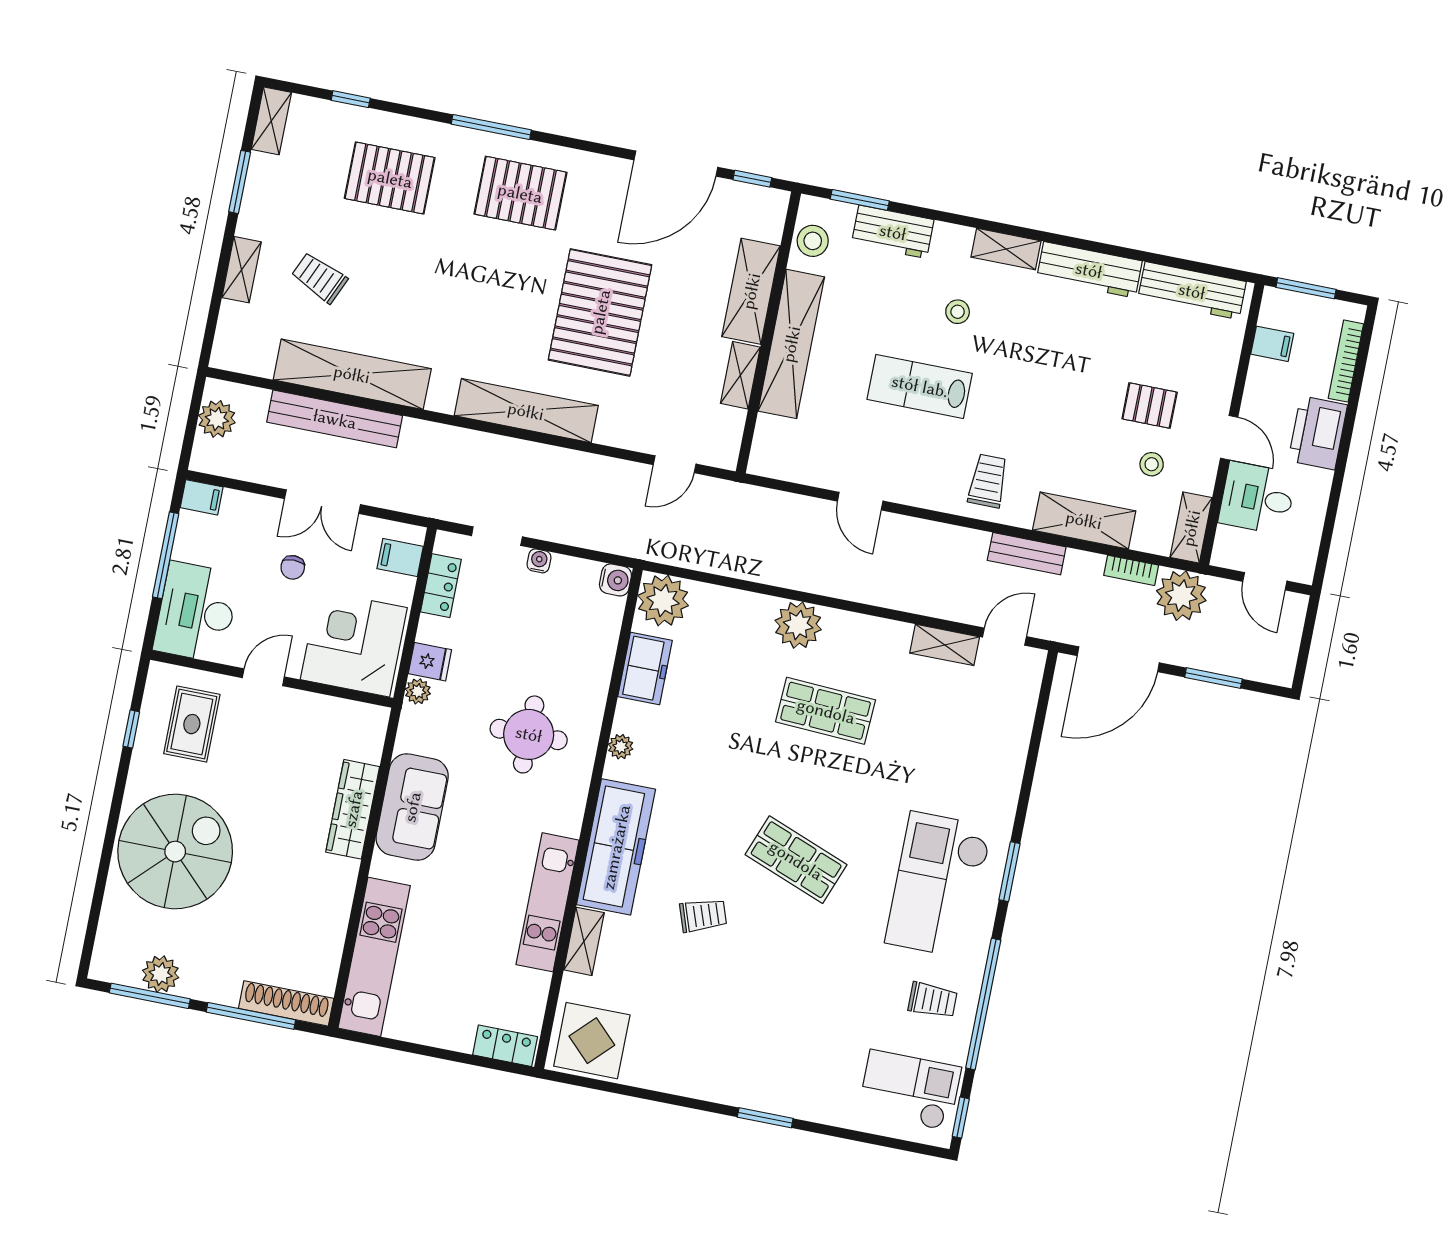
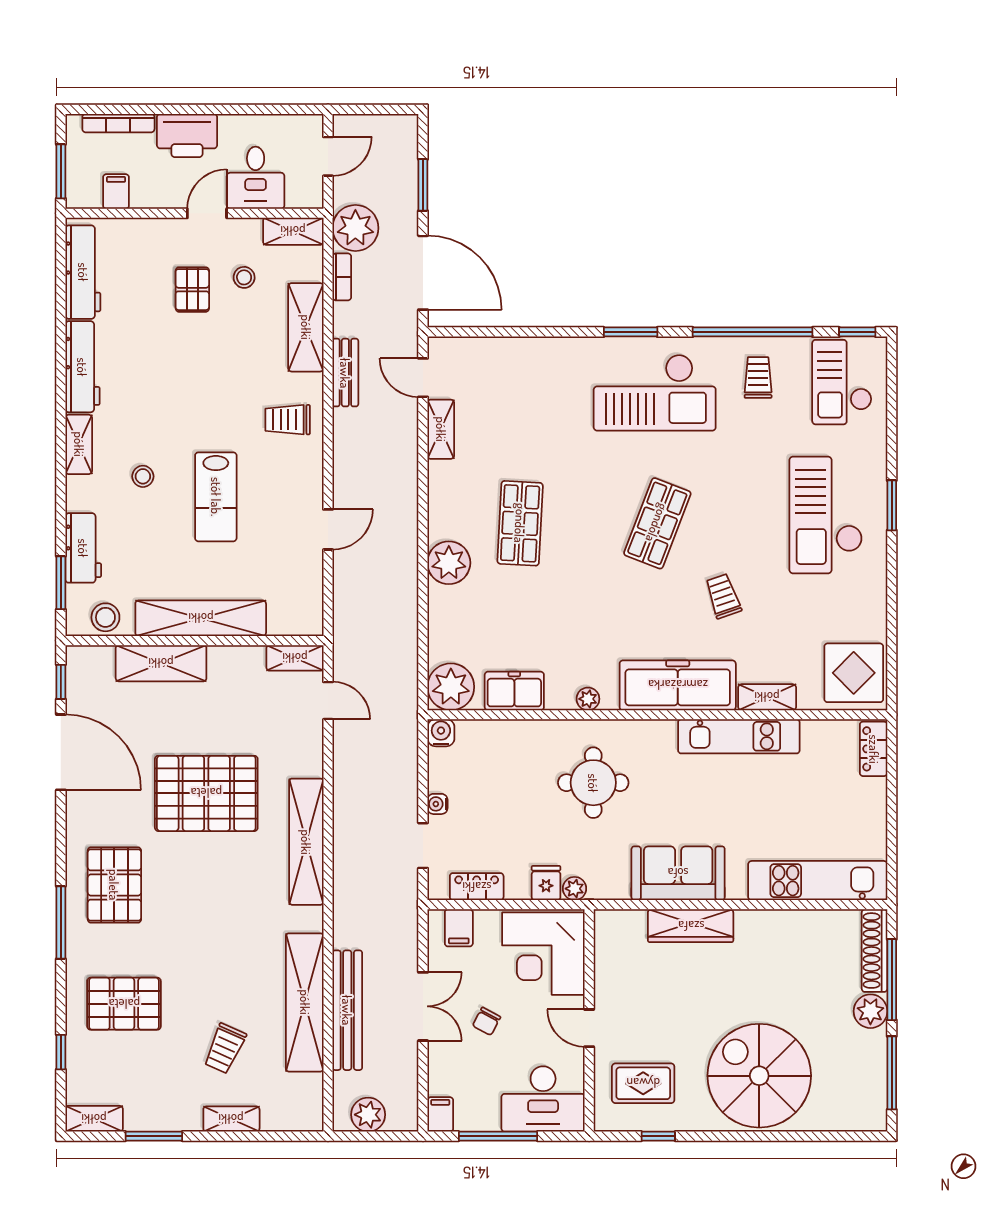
pallet: (390, 178) -> (124, 1004), turned 90
shelving: (740, 375) -> (295, 658), moved
chair: (293, 567) -> (487, 1021), turned 118
plant: (161, 974) -> (870, 1011), moved
checkout: (769, 1044) -> (826, 515), added

